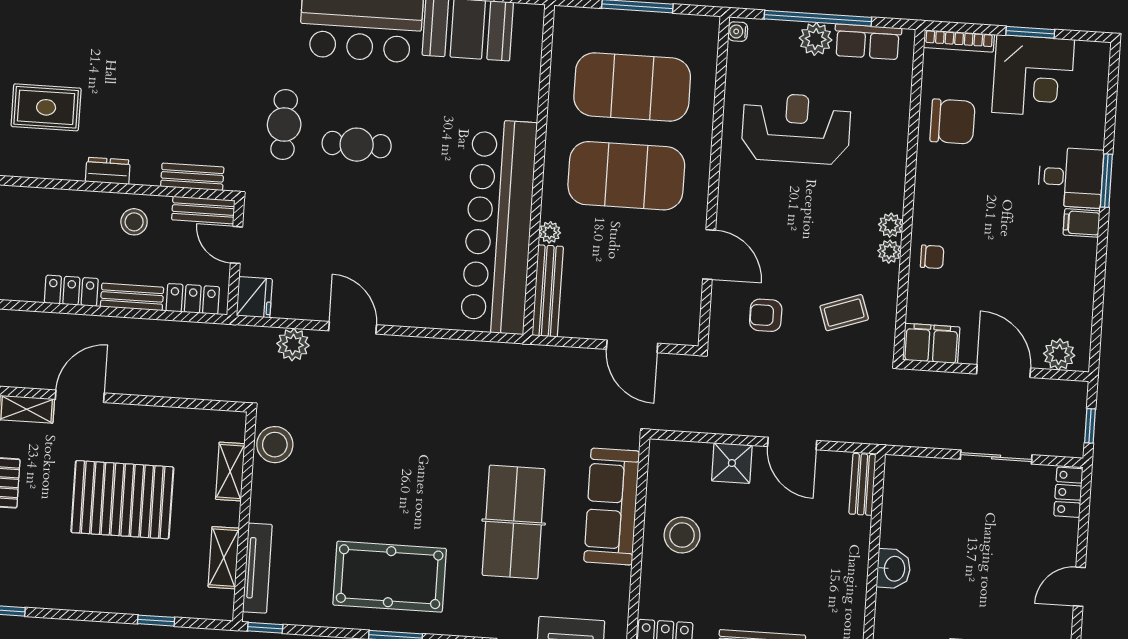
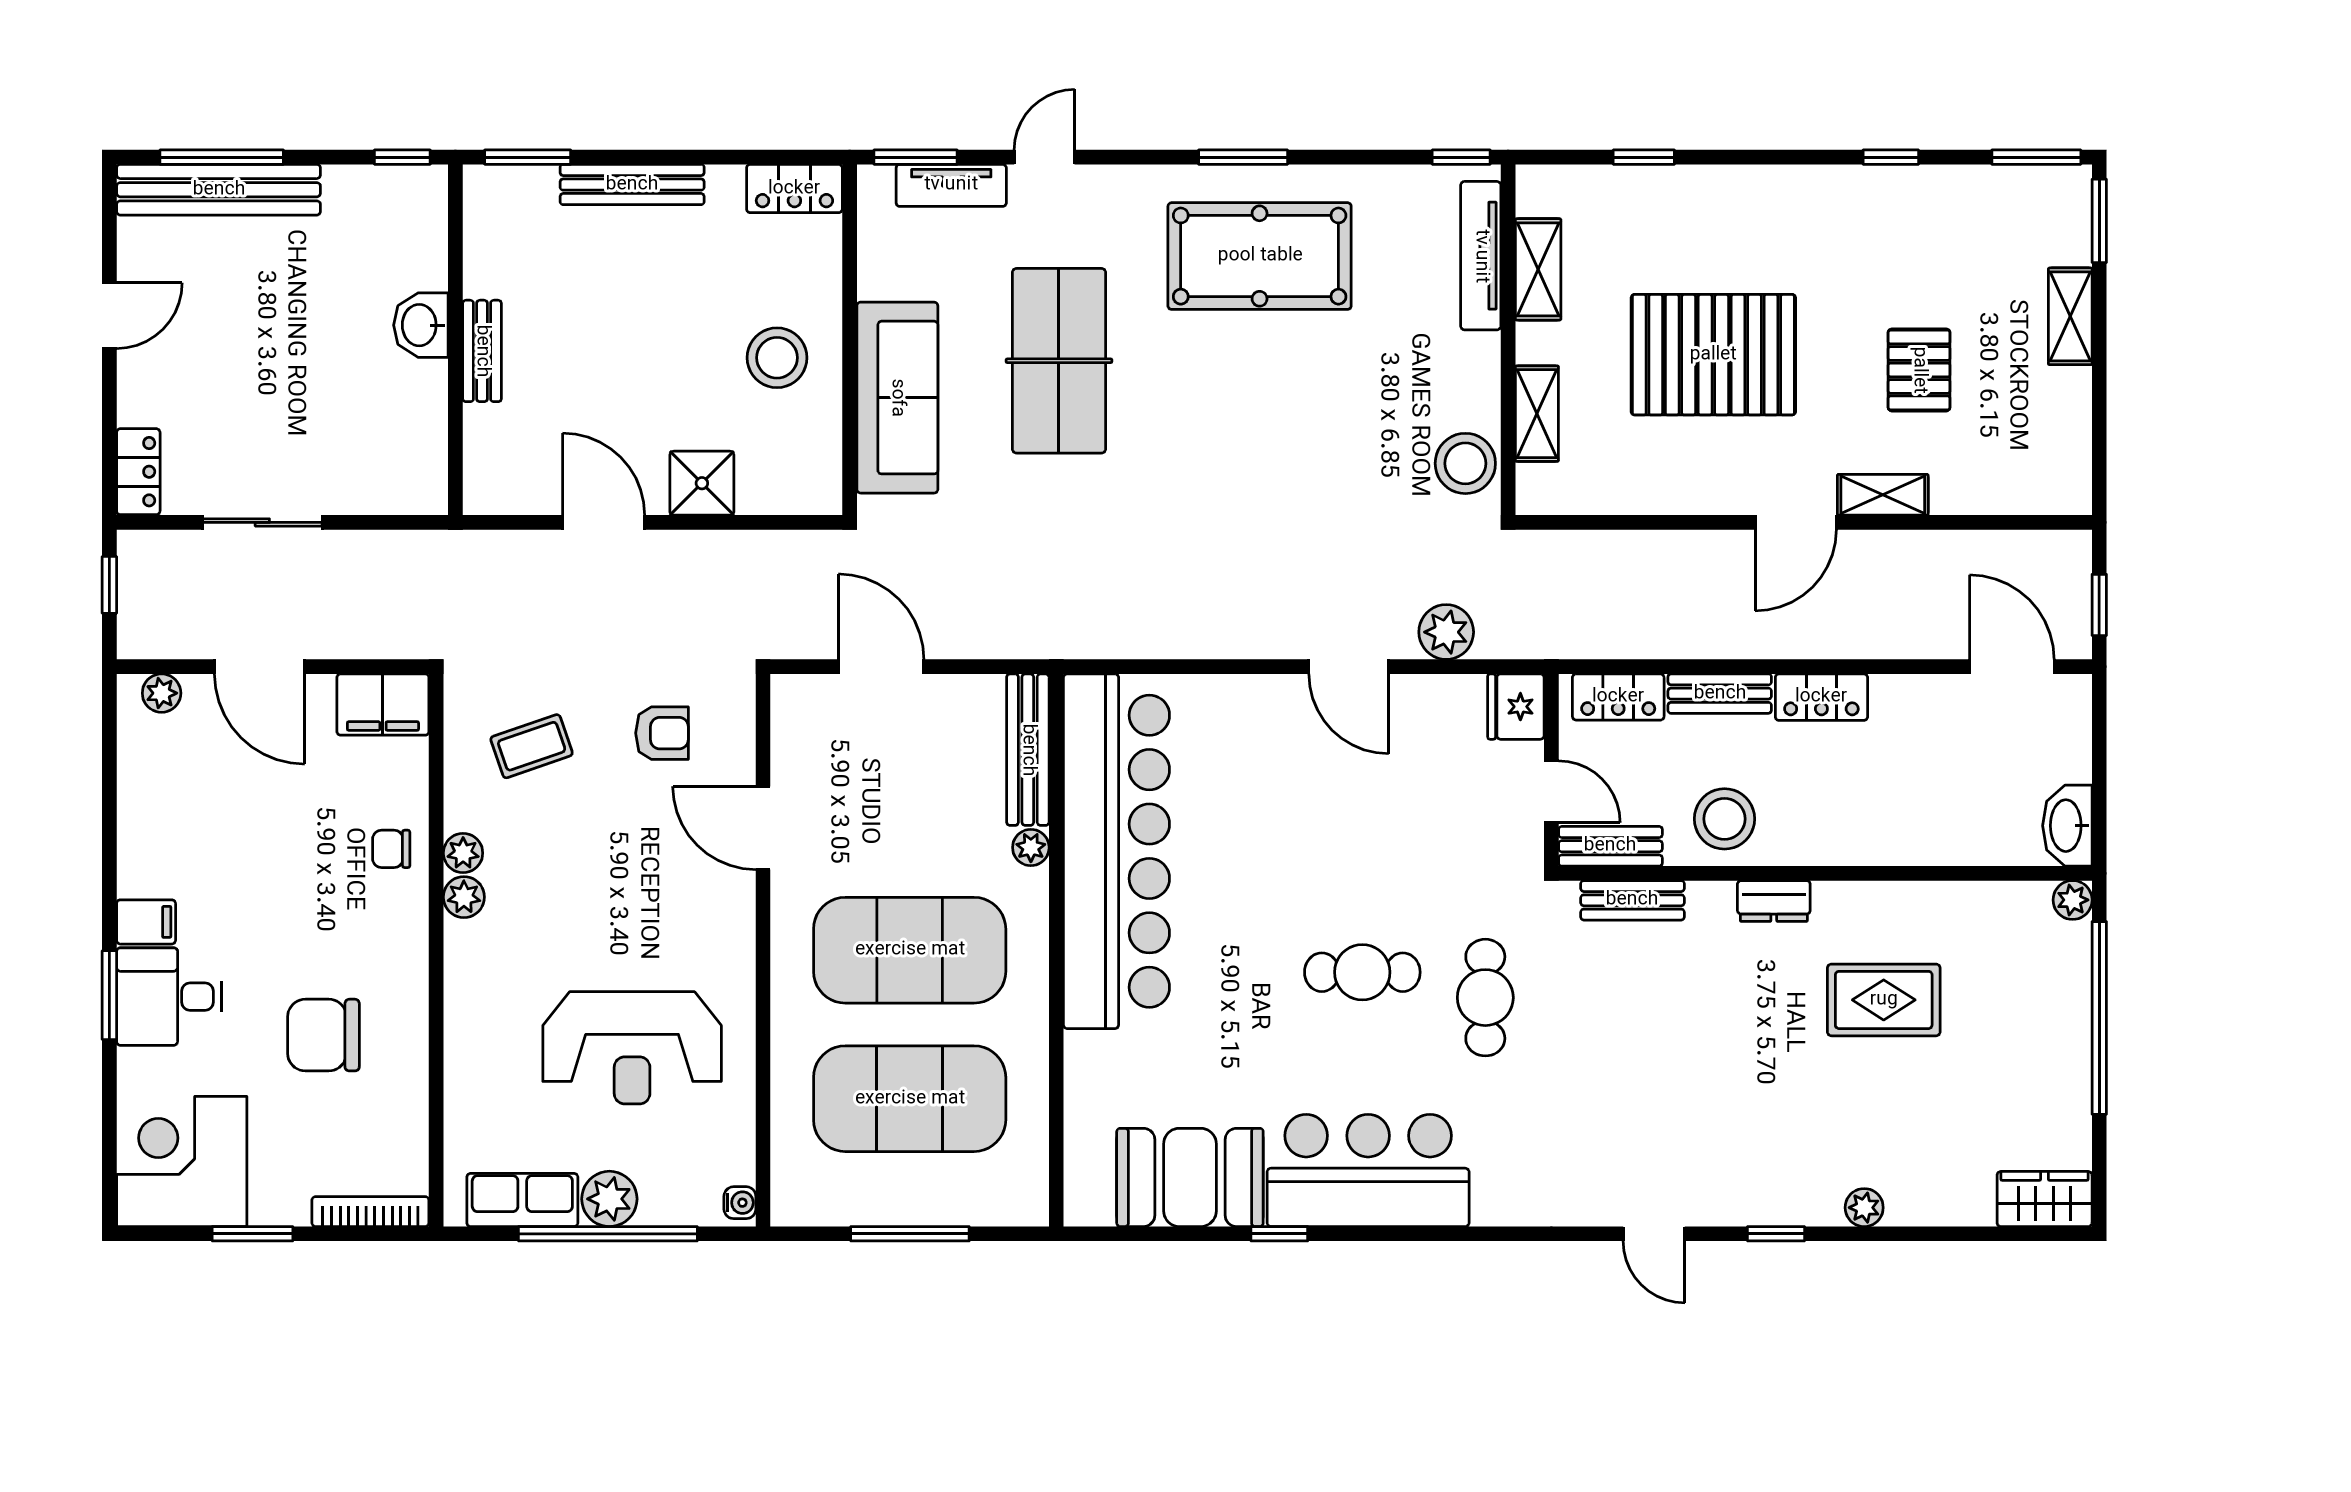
corner desk: (1033, 76) -> (182, 1161), moved
chair: (952, 121) -> (323, 1035), moved
stool: (134, 222) -> (1724, 819), width x1.38, depth x1.38
plant: (1059, 354) -> (162, 693), width x0.73, depth x0.73
bench: (862, 484) -> (482, 351), moved

